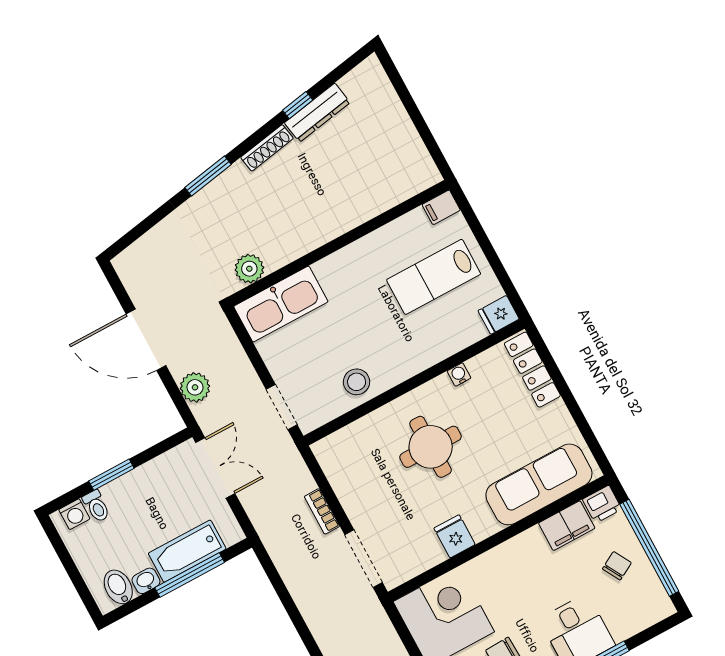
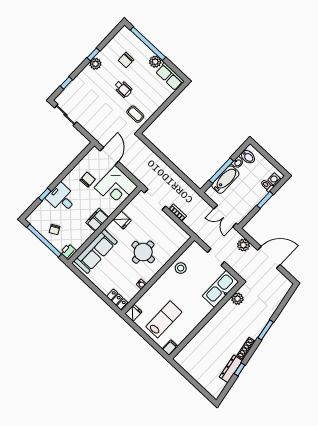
locker: (532, 370) -> (117, 299), width x0.66
doorway: (282, 407) -> (216, 257), moved
filing cabinet: (567, 526) -> (97, 220), moved

